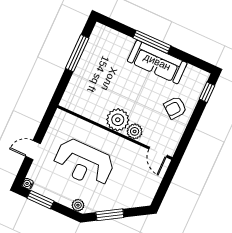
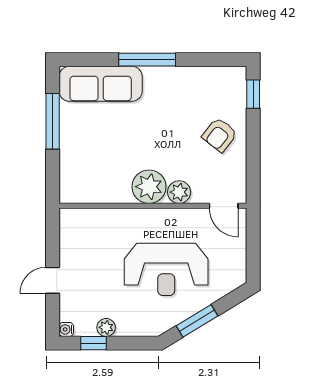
sofa: (157, 62) -> (101, 84), moved
reception desk: (84, 163) -> (166, 269), moved
window: (40, 200) -> (93, 343), width x0.67
plant: (78, 205) -> (106, 327), moved

